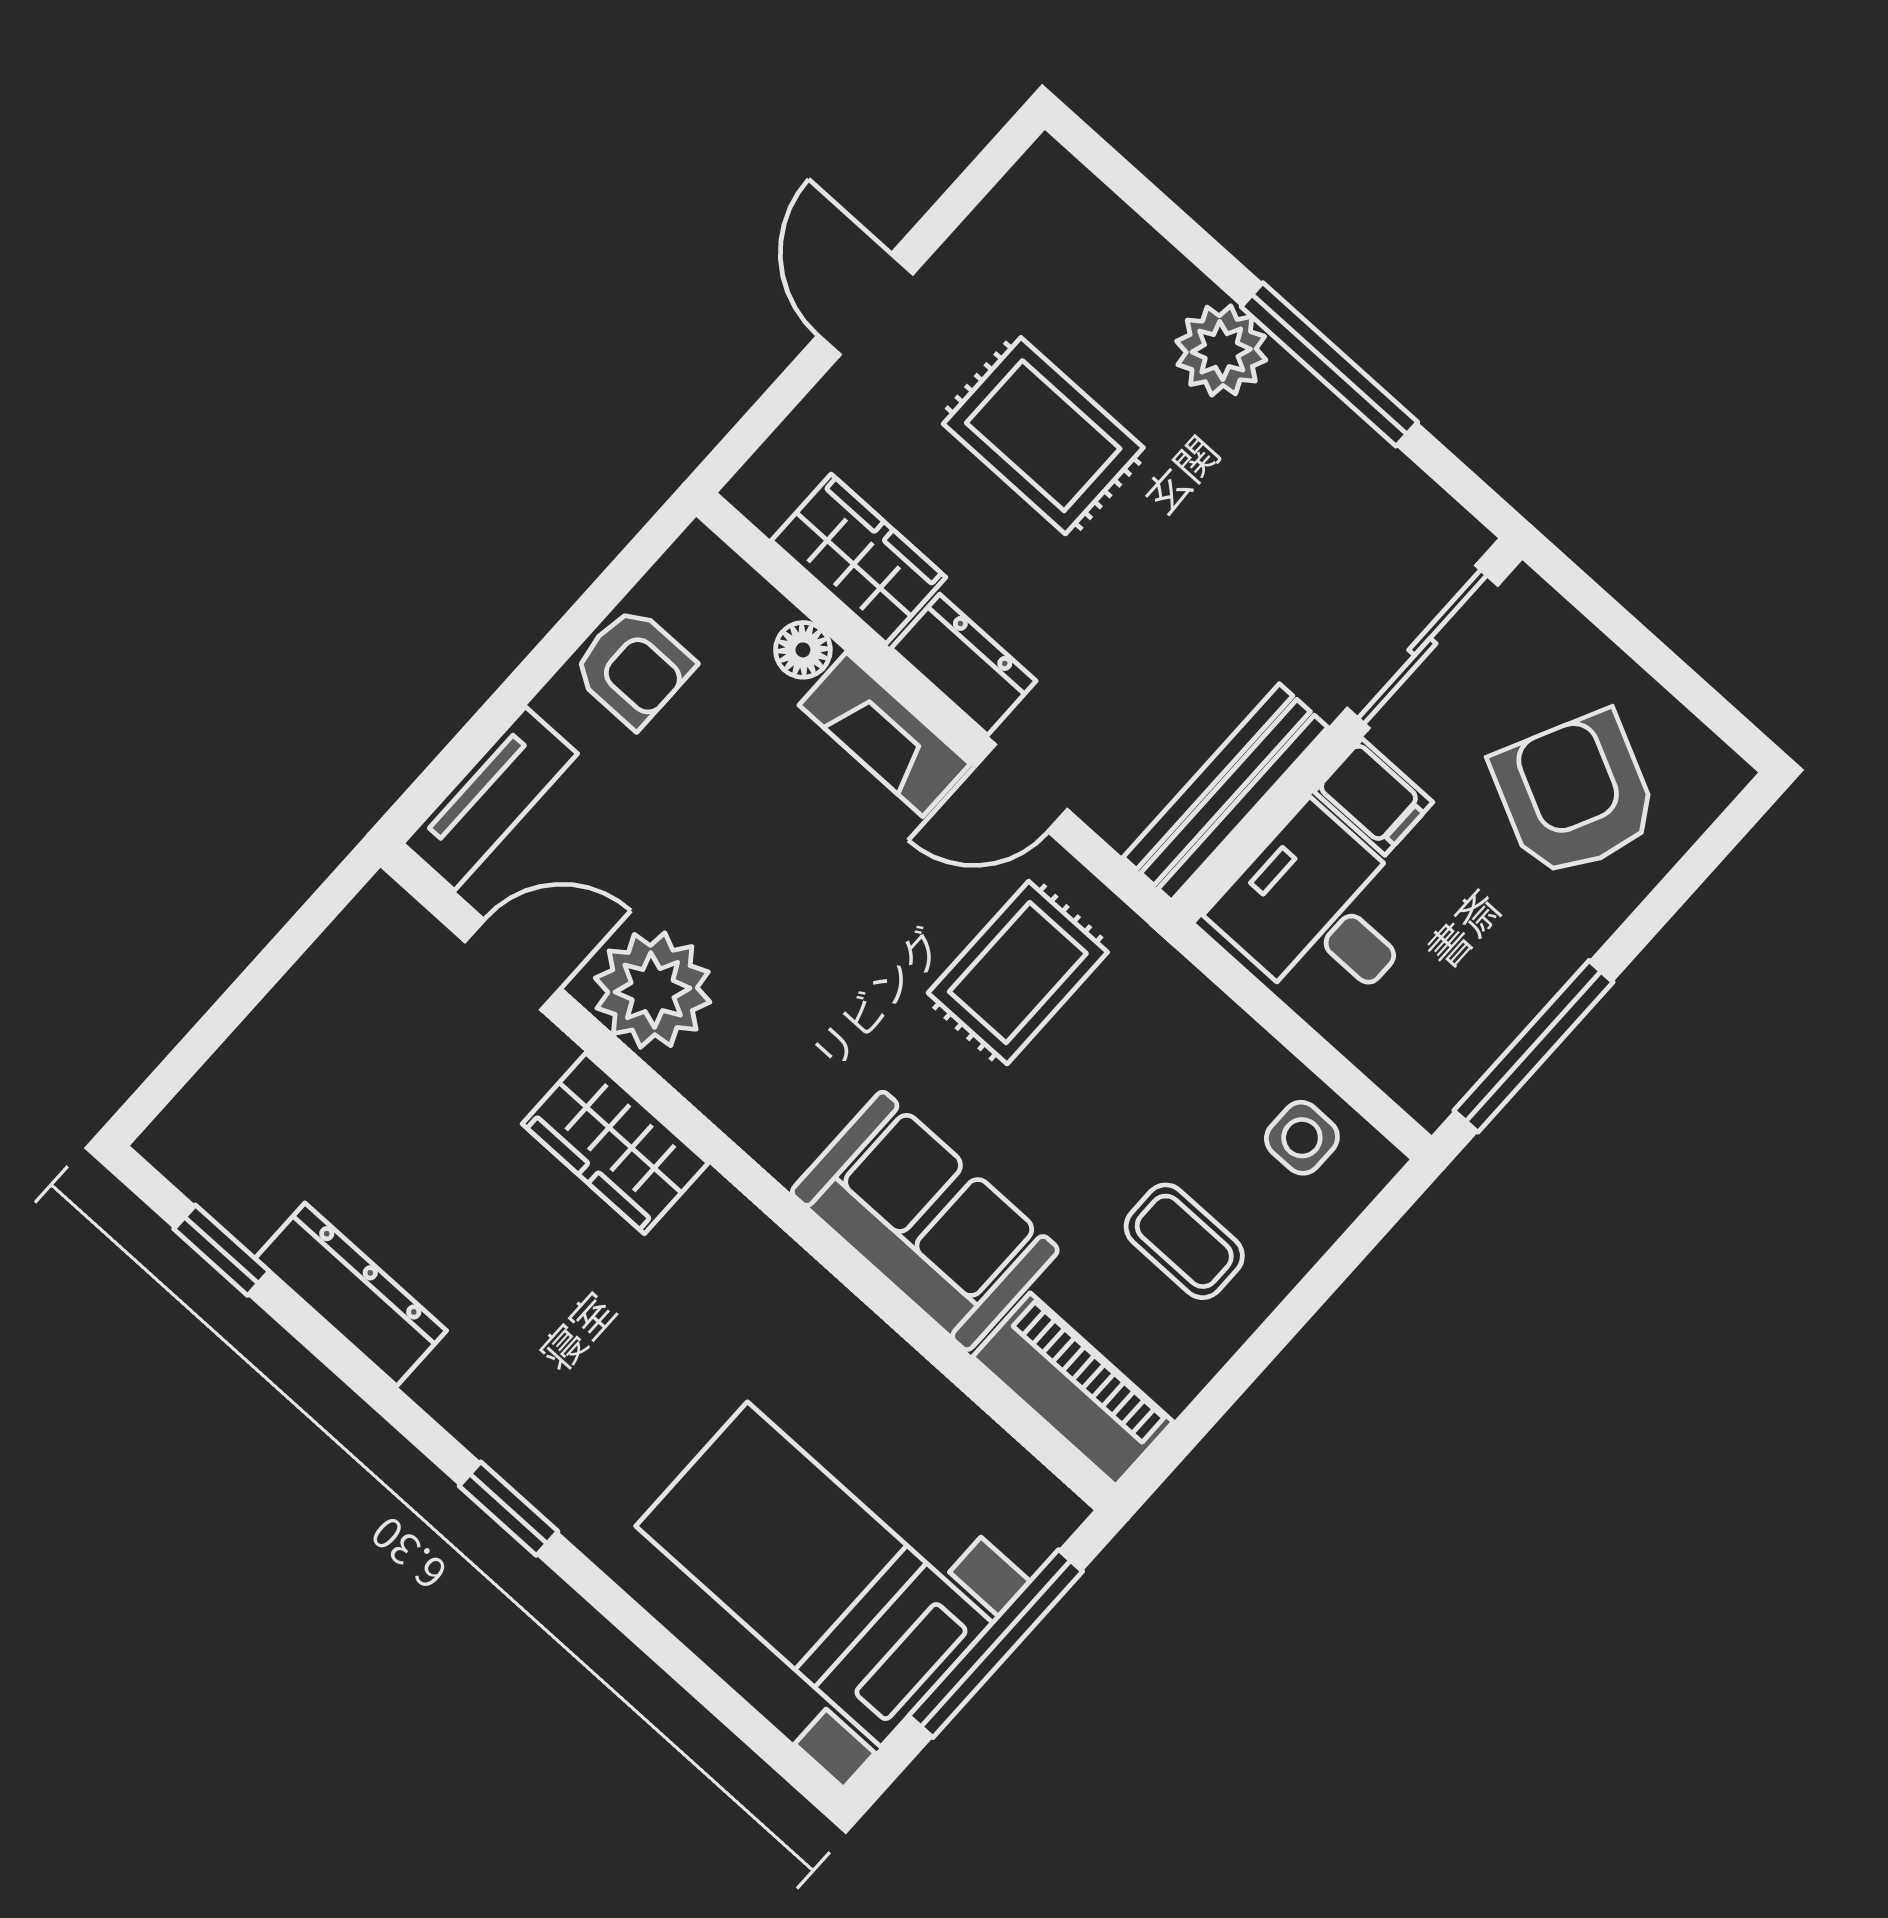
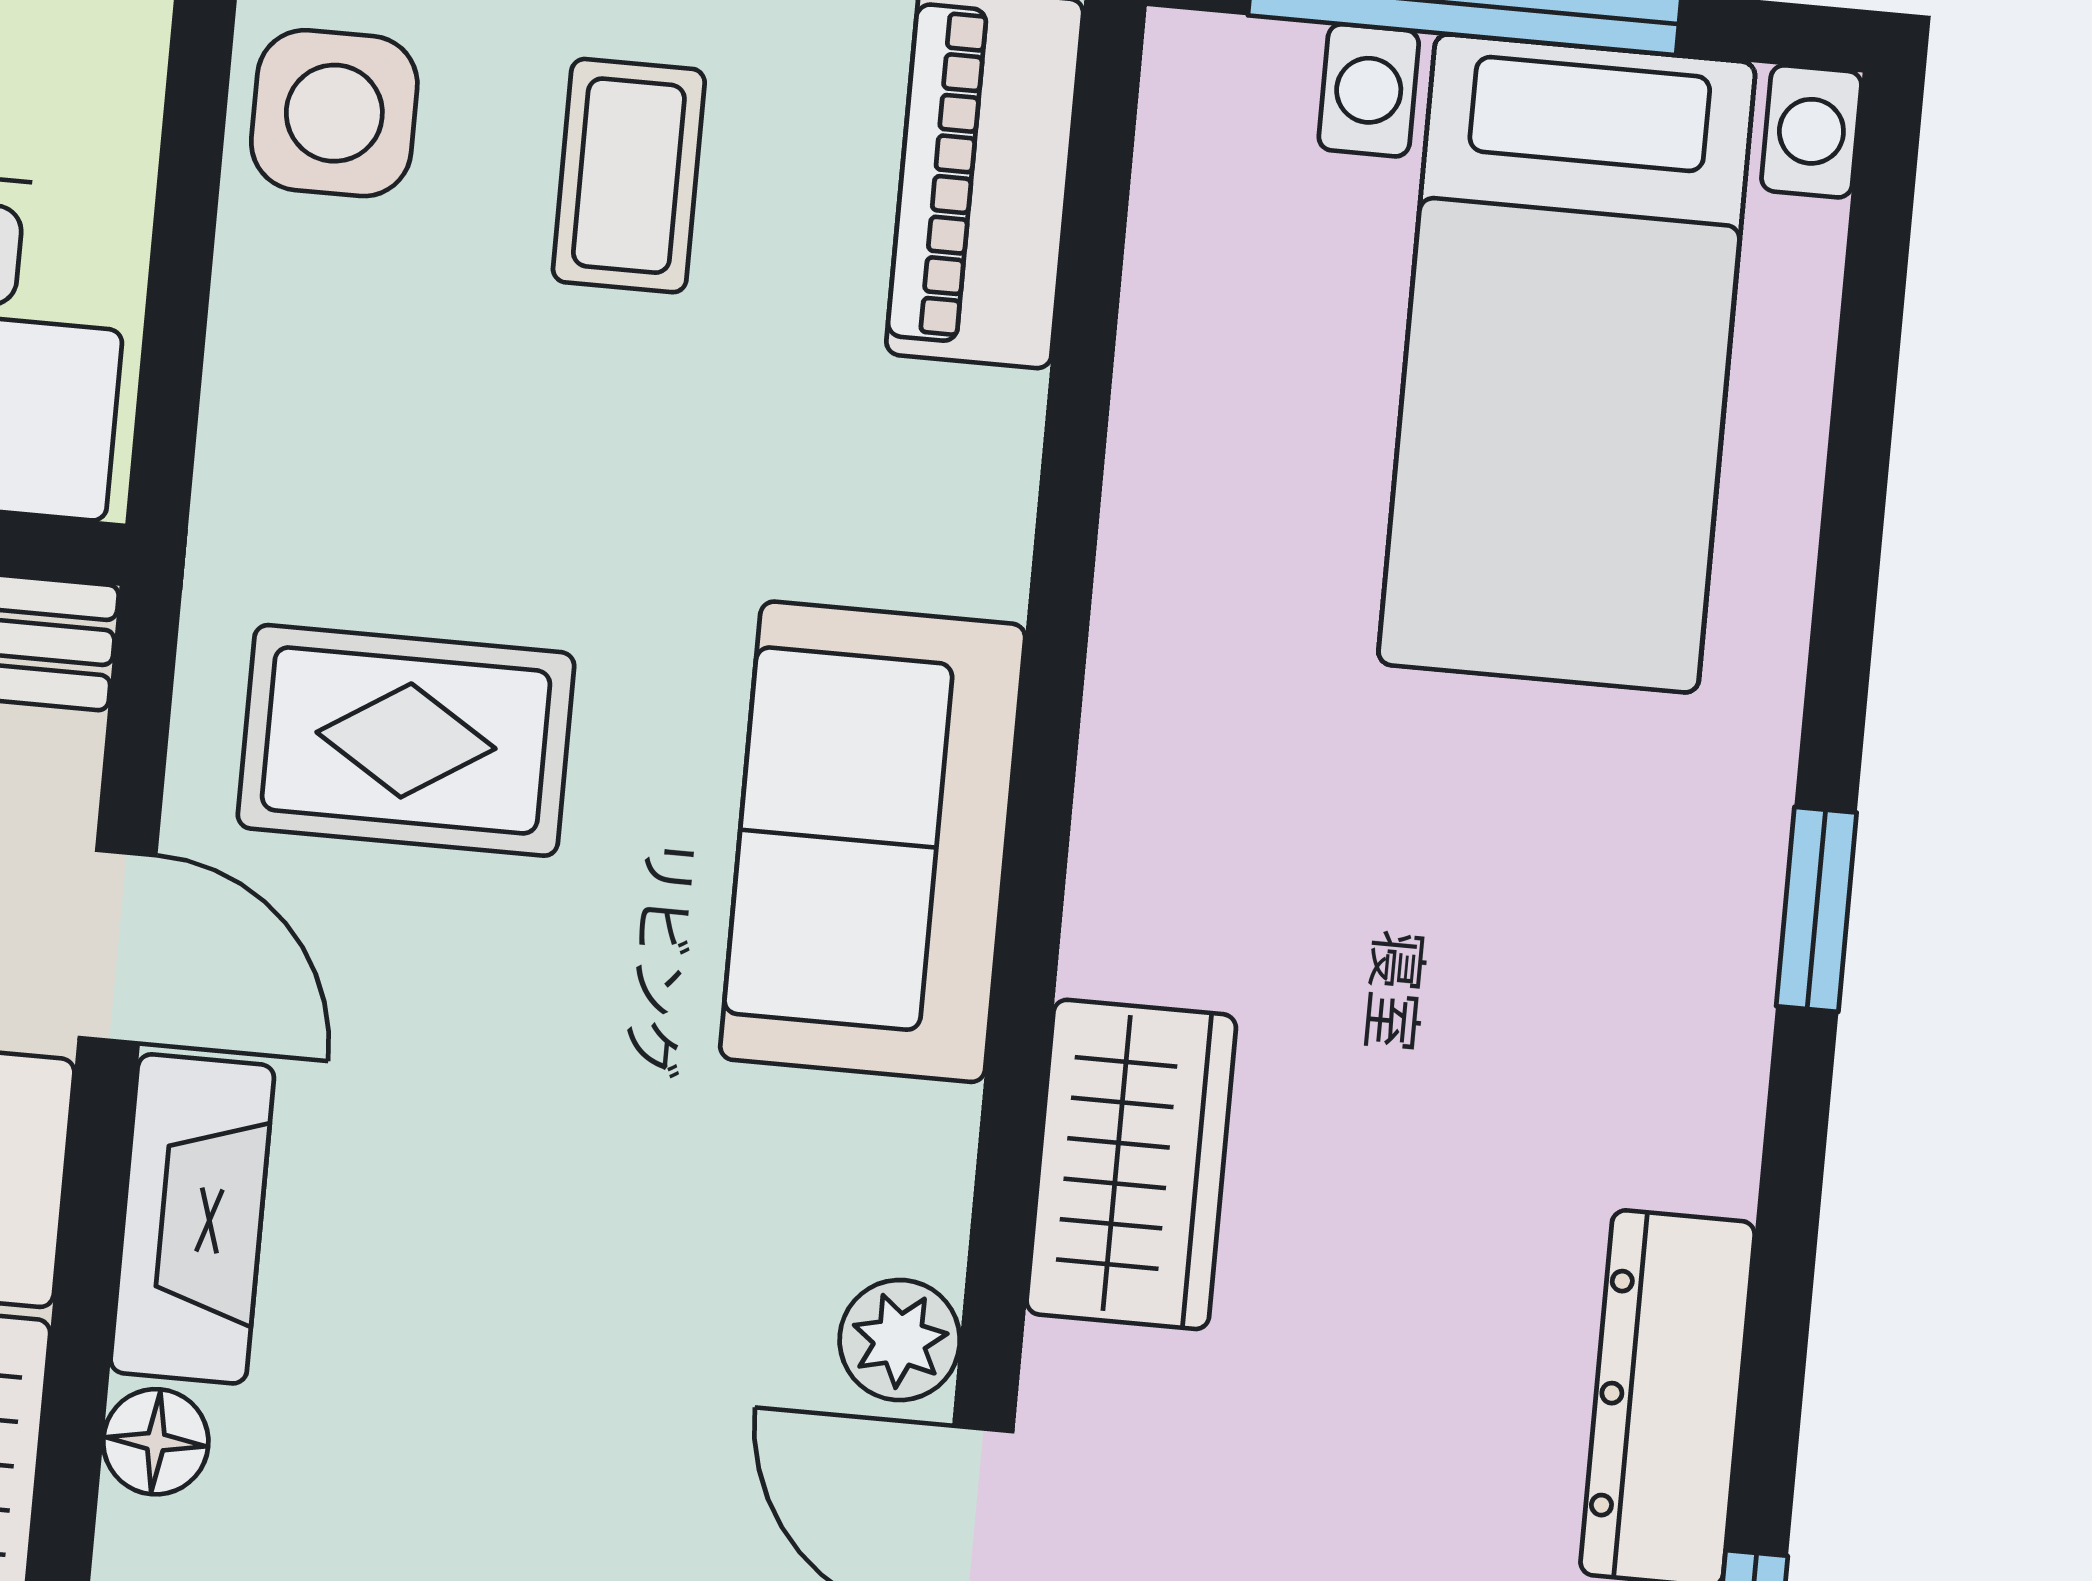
plant: (653, 990) -> (900, 1340), width x0.53, depth x0.53
side table: (1302, 1138) -> (334, 113), width x1.37, depth x1.37
sofa: (925, 1221) -> (873, 842), moved

